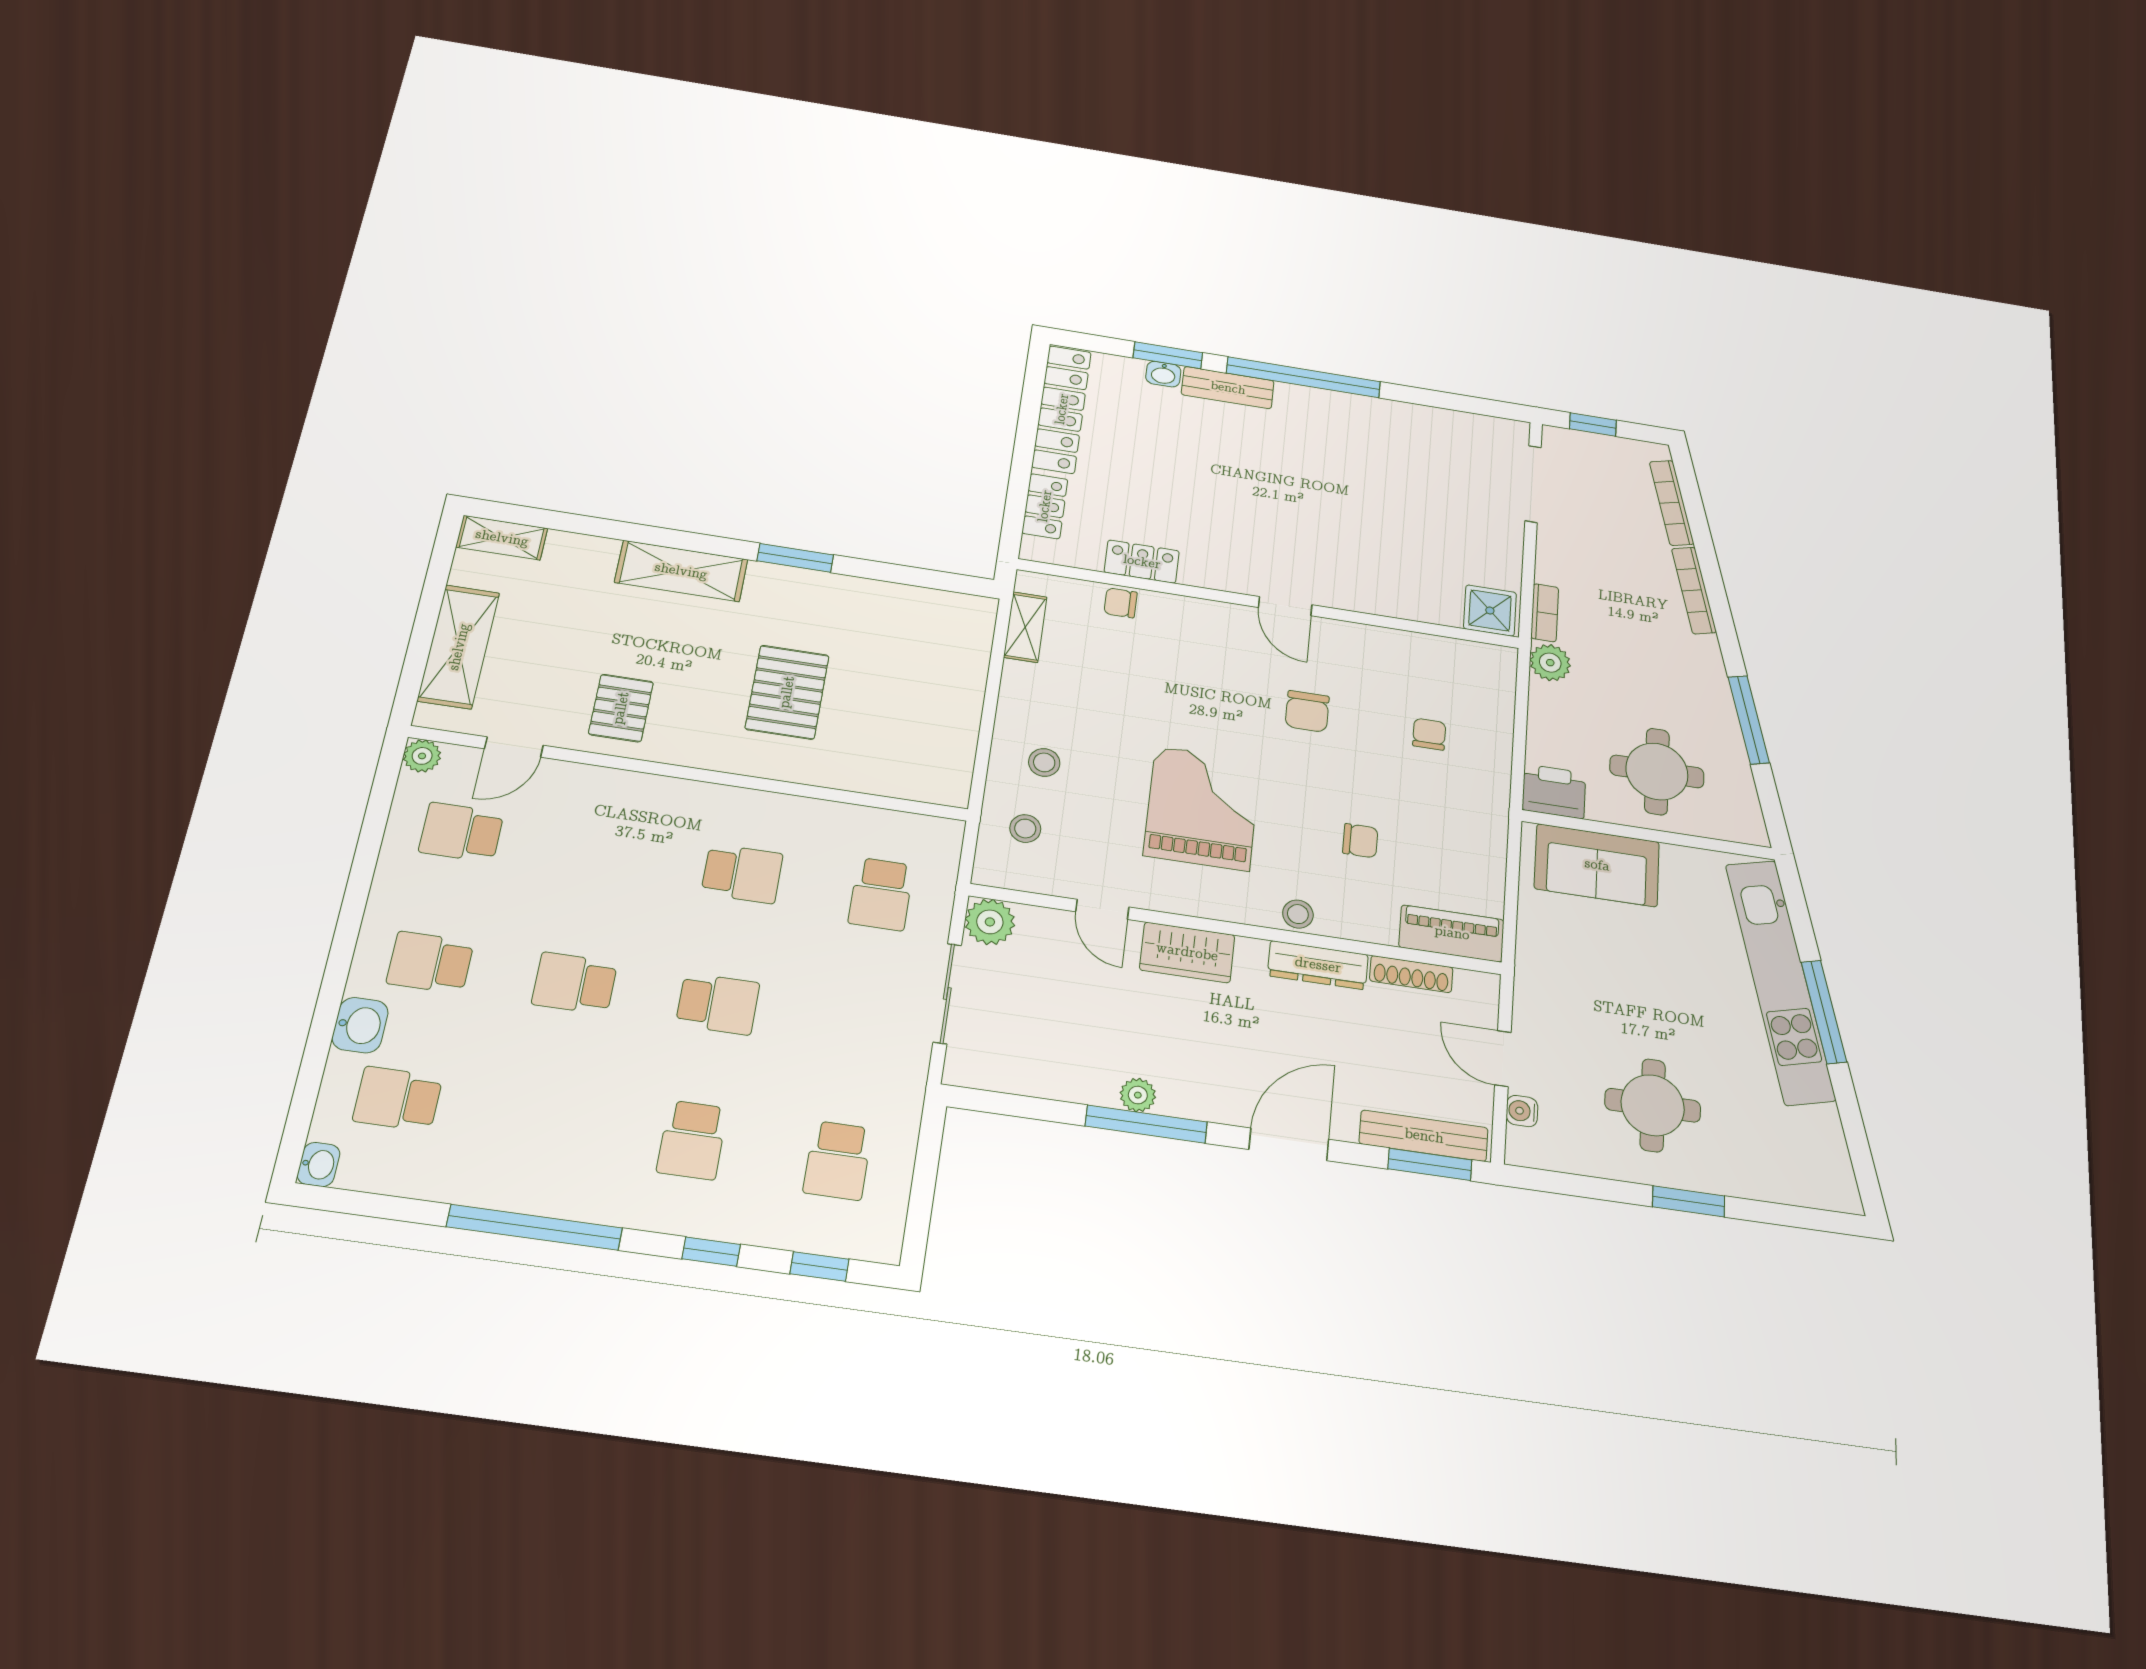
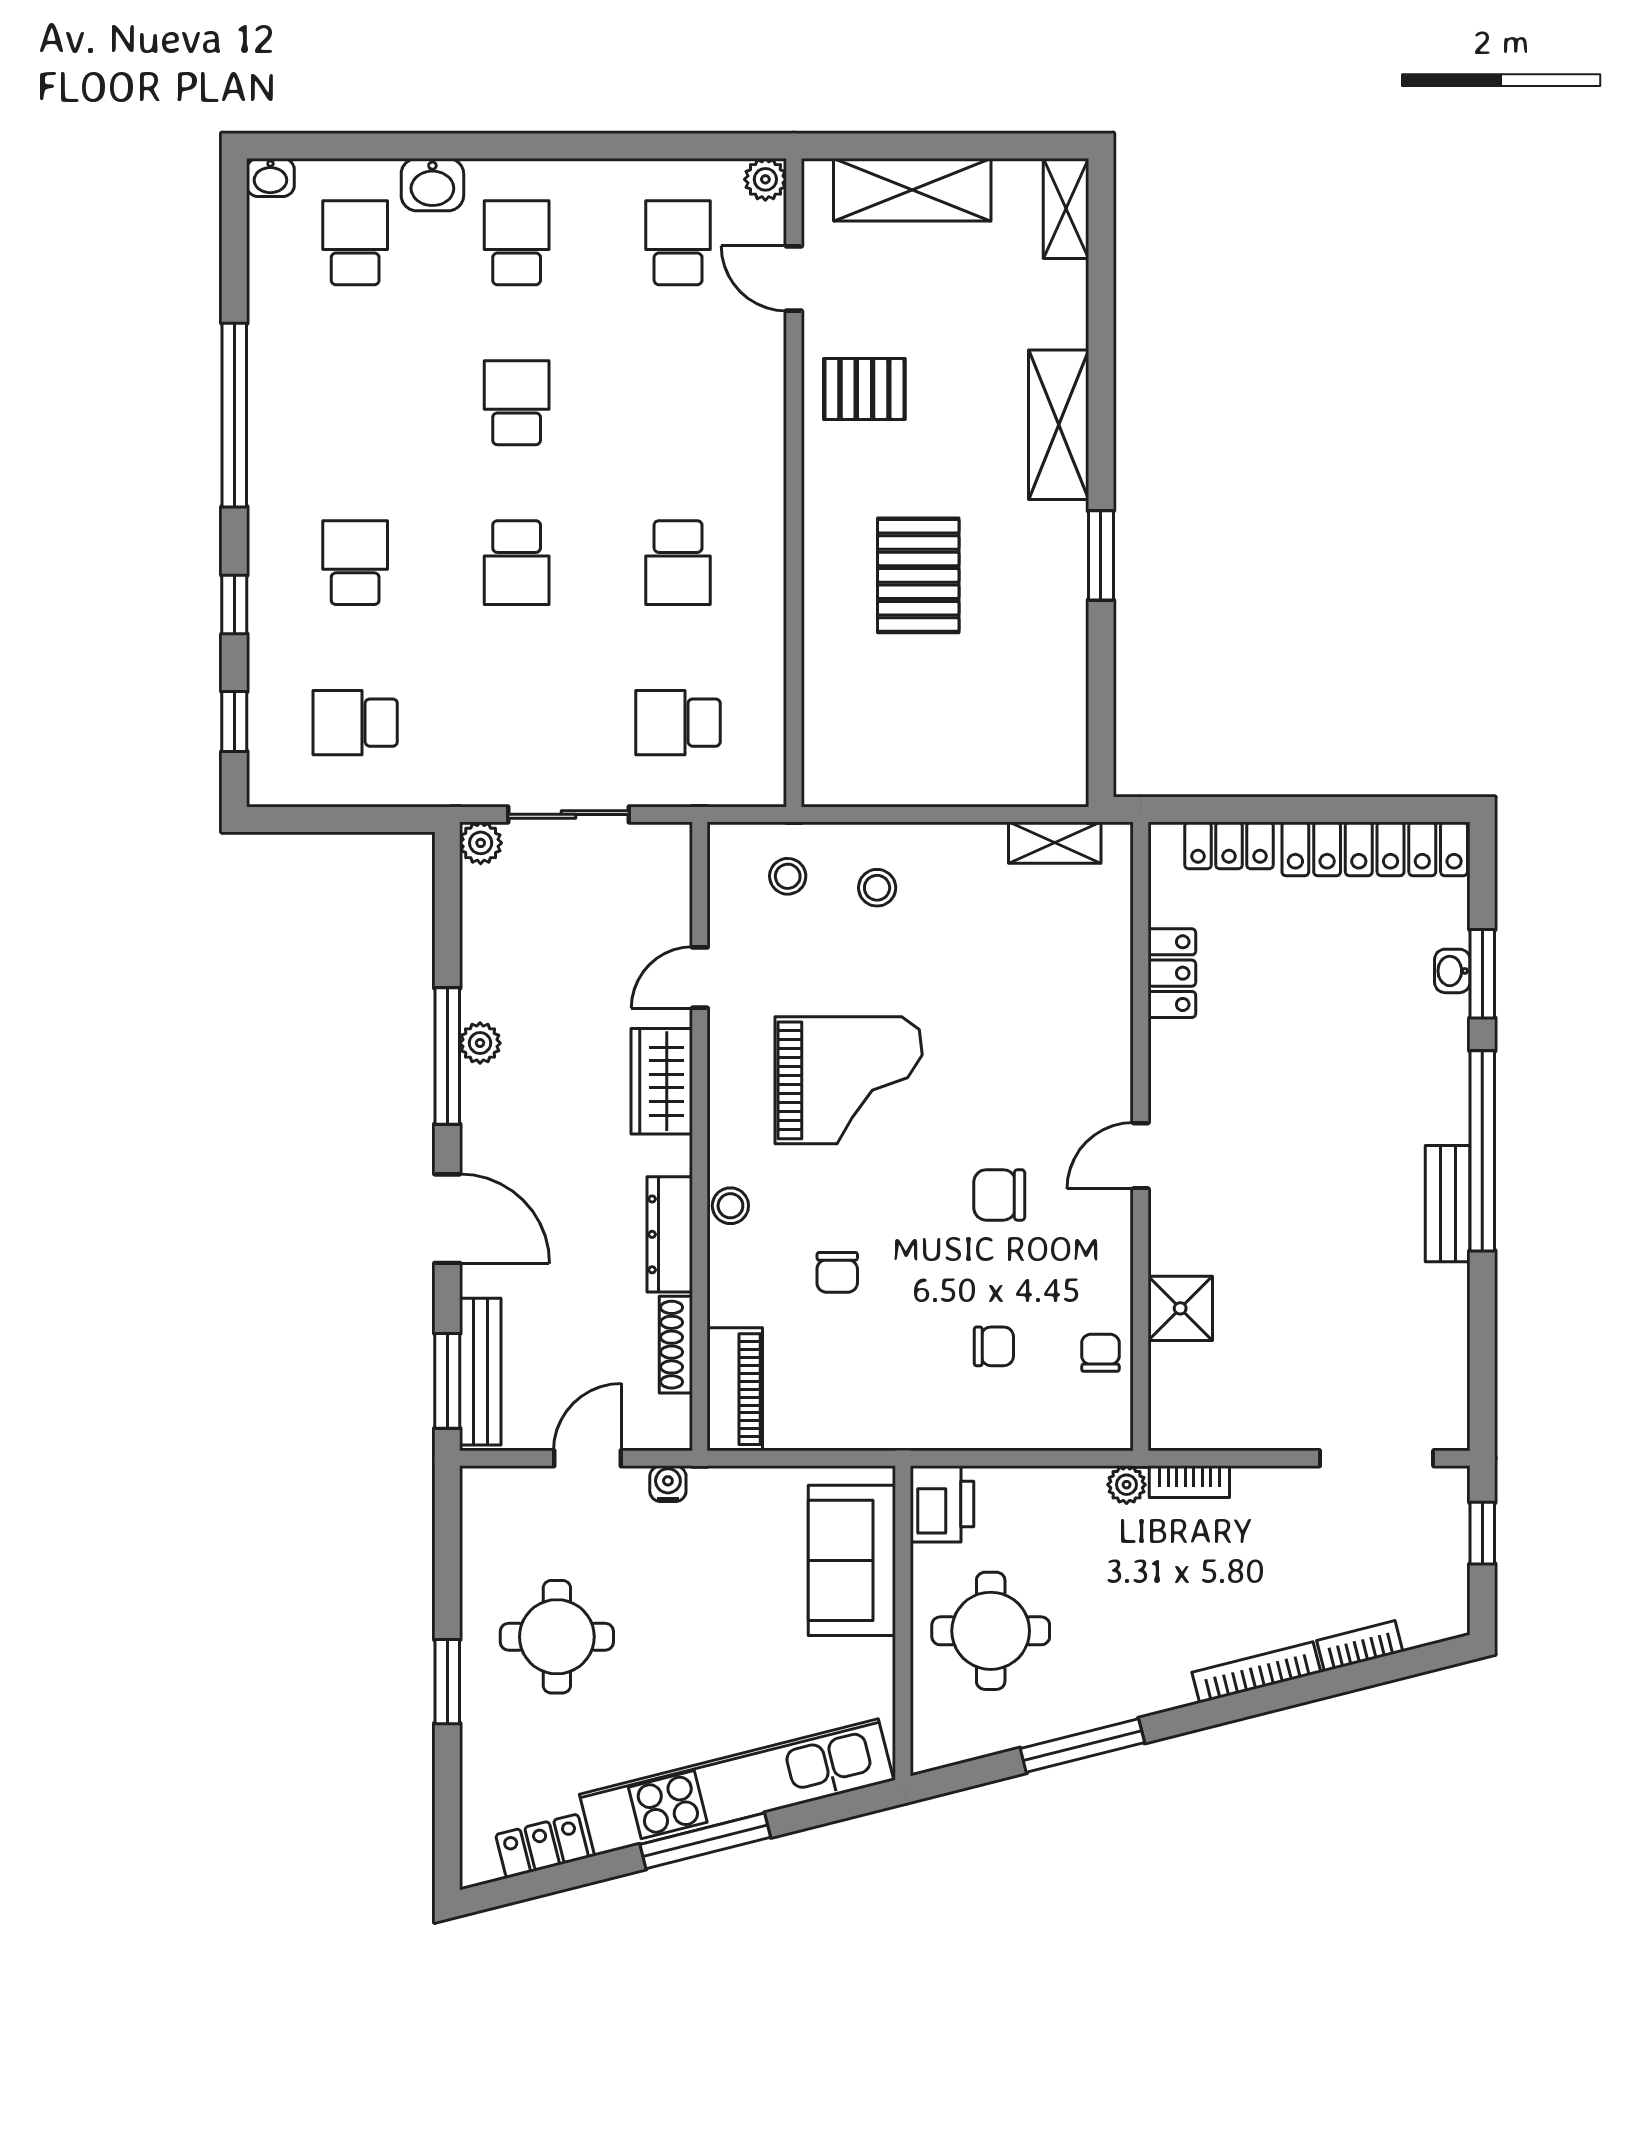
bench: (1228, 388) -> (1448, 1204), moved
bookcase: (1672, 503) -> (1360, 1646), width x0.64
chair: (1121, 603) -> (1100, 1353), moved
shower: (1490, 611) -> (1180, 1308), moved
plant: (1550, 663) -> (1127, 1485), width x0.73, depth x0.73
pallet: (787, 692) -> (918, 575), turned 90
plant: (990, 922) -> (481, 843), moved, width x0.73, depth x0.73
water cooler: (1522, 1111) -> (668, 1484), moved
school desk: (692, 1140) -> (355, 563), turned 90
locker: (1828, 1143) -> (542, 1846), added

